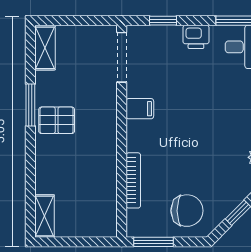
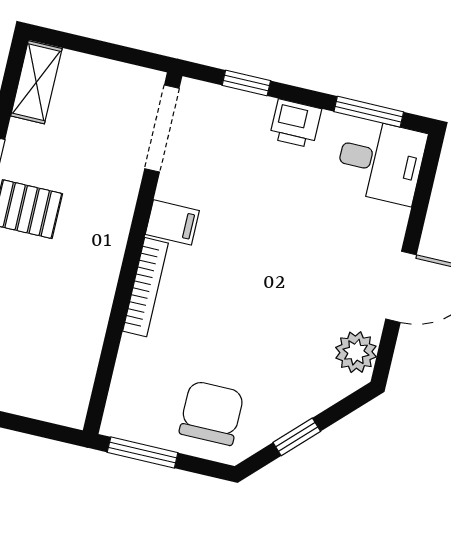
bookcase: (133, 180) -> (146, 287), moved
chair: (187, 211) -> (212, 413), turned -90

